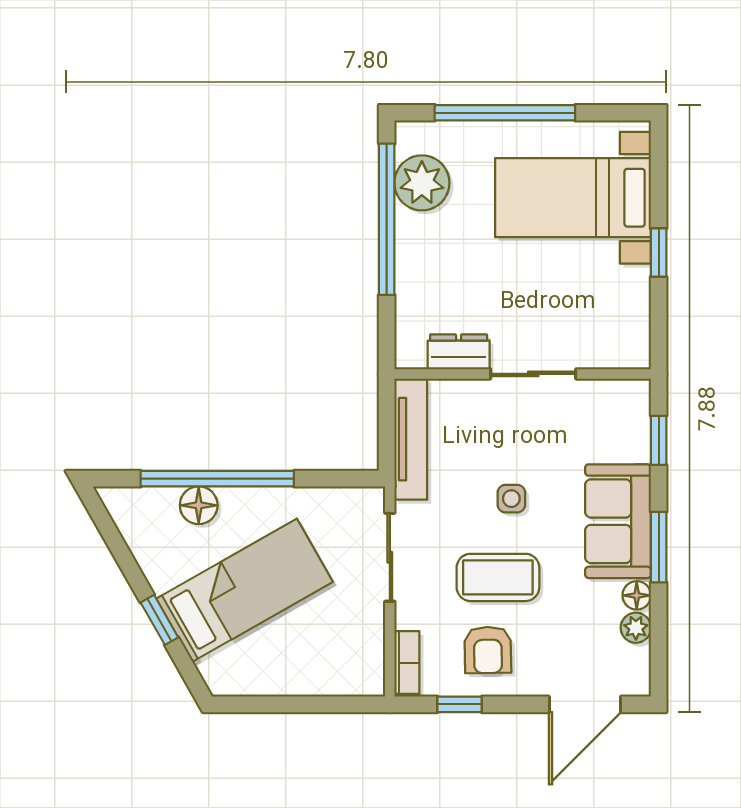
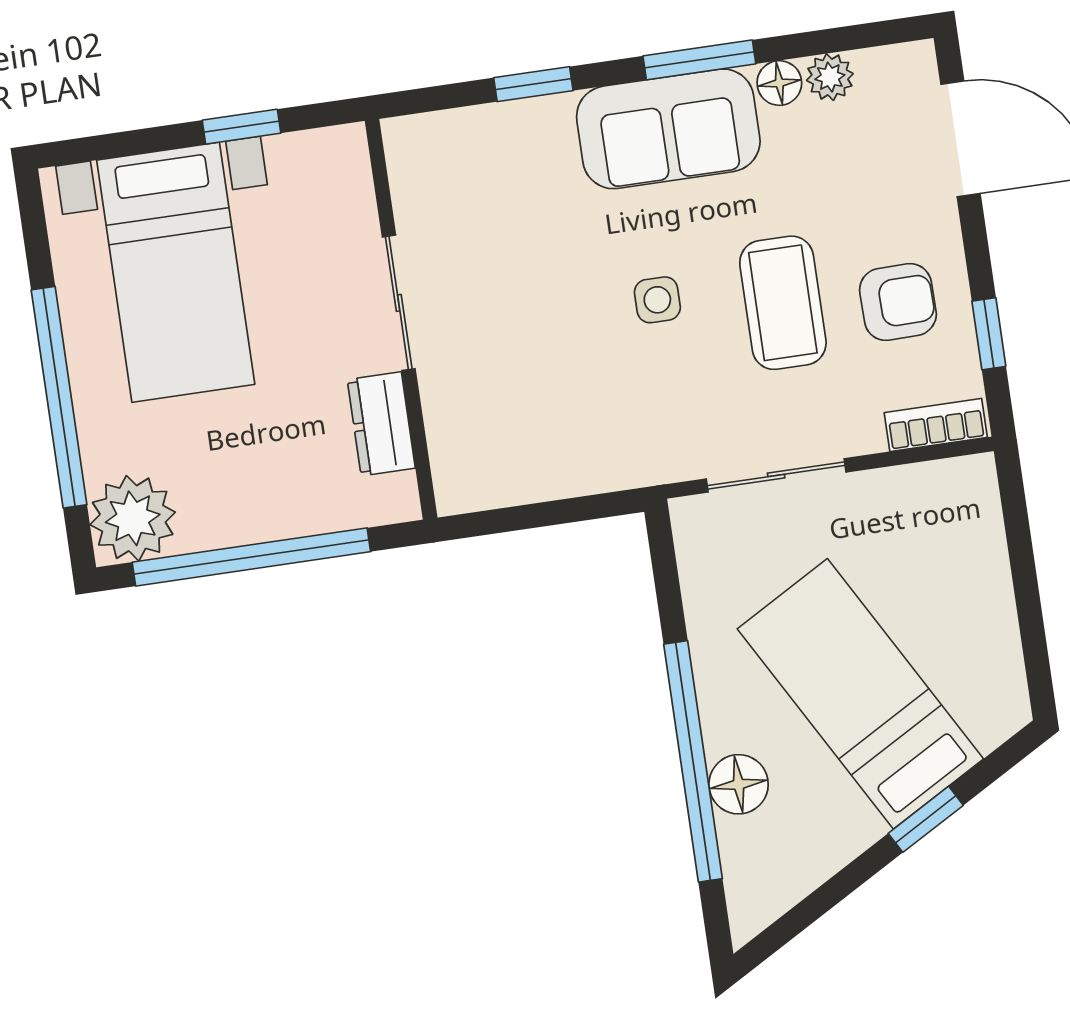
plant: (422, 183) -> (133, 518), moved
dresser: (459, 352) -> (381, 424), moved
wall: (523, 374) -> (401, 319), moved
sliding door: (533, 374) -> (399, 303), moved
tv unit: (411, 439) -> (588, 470), removed

